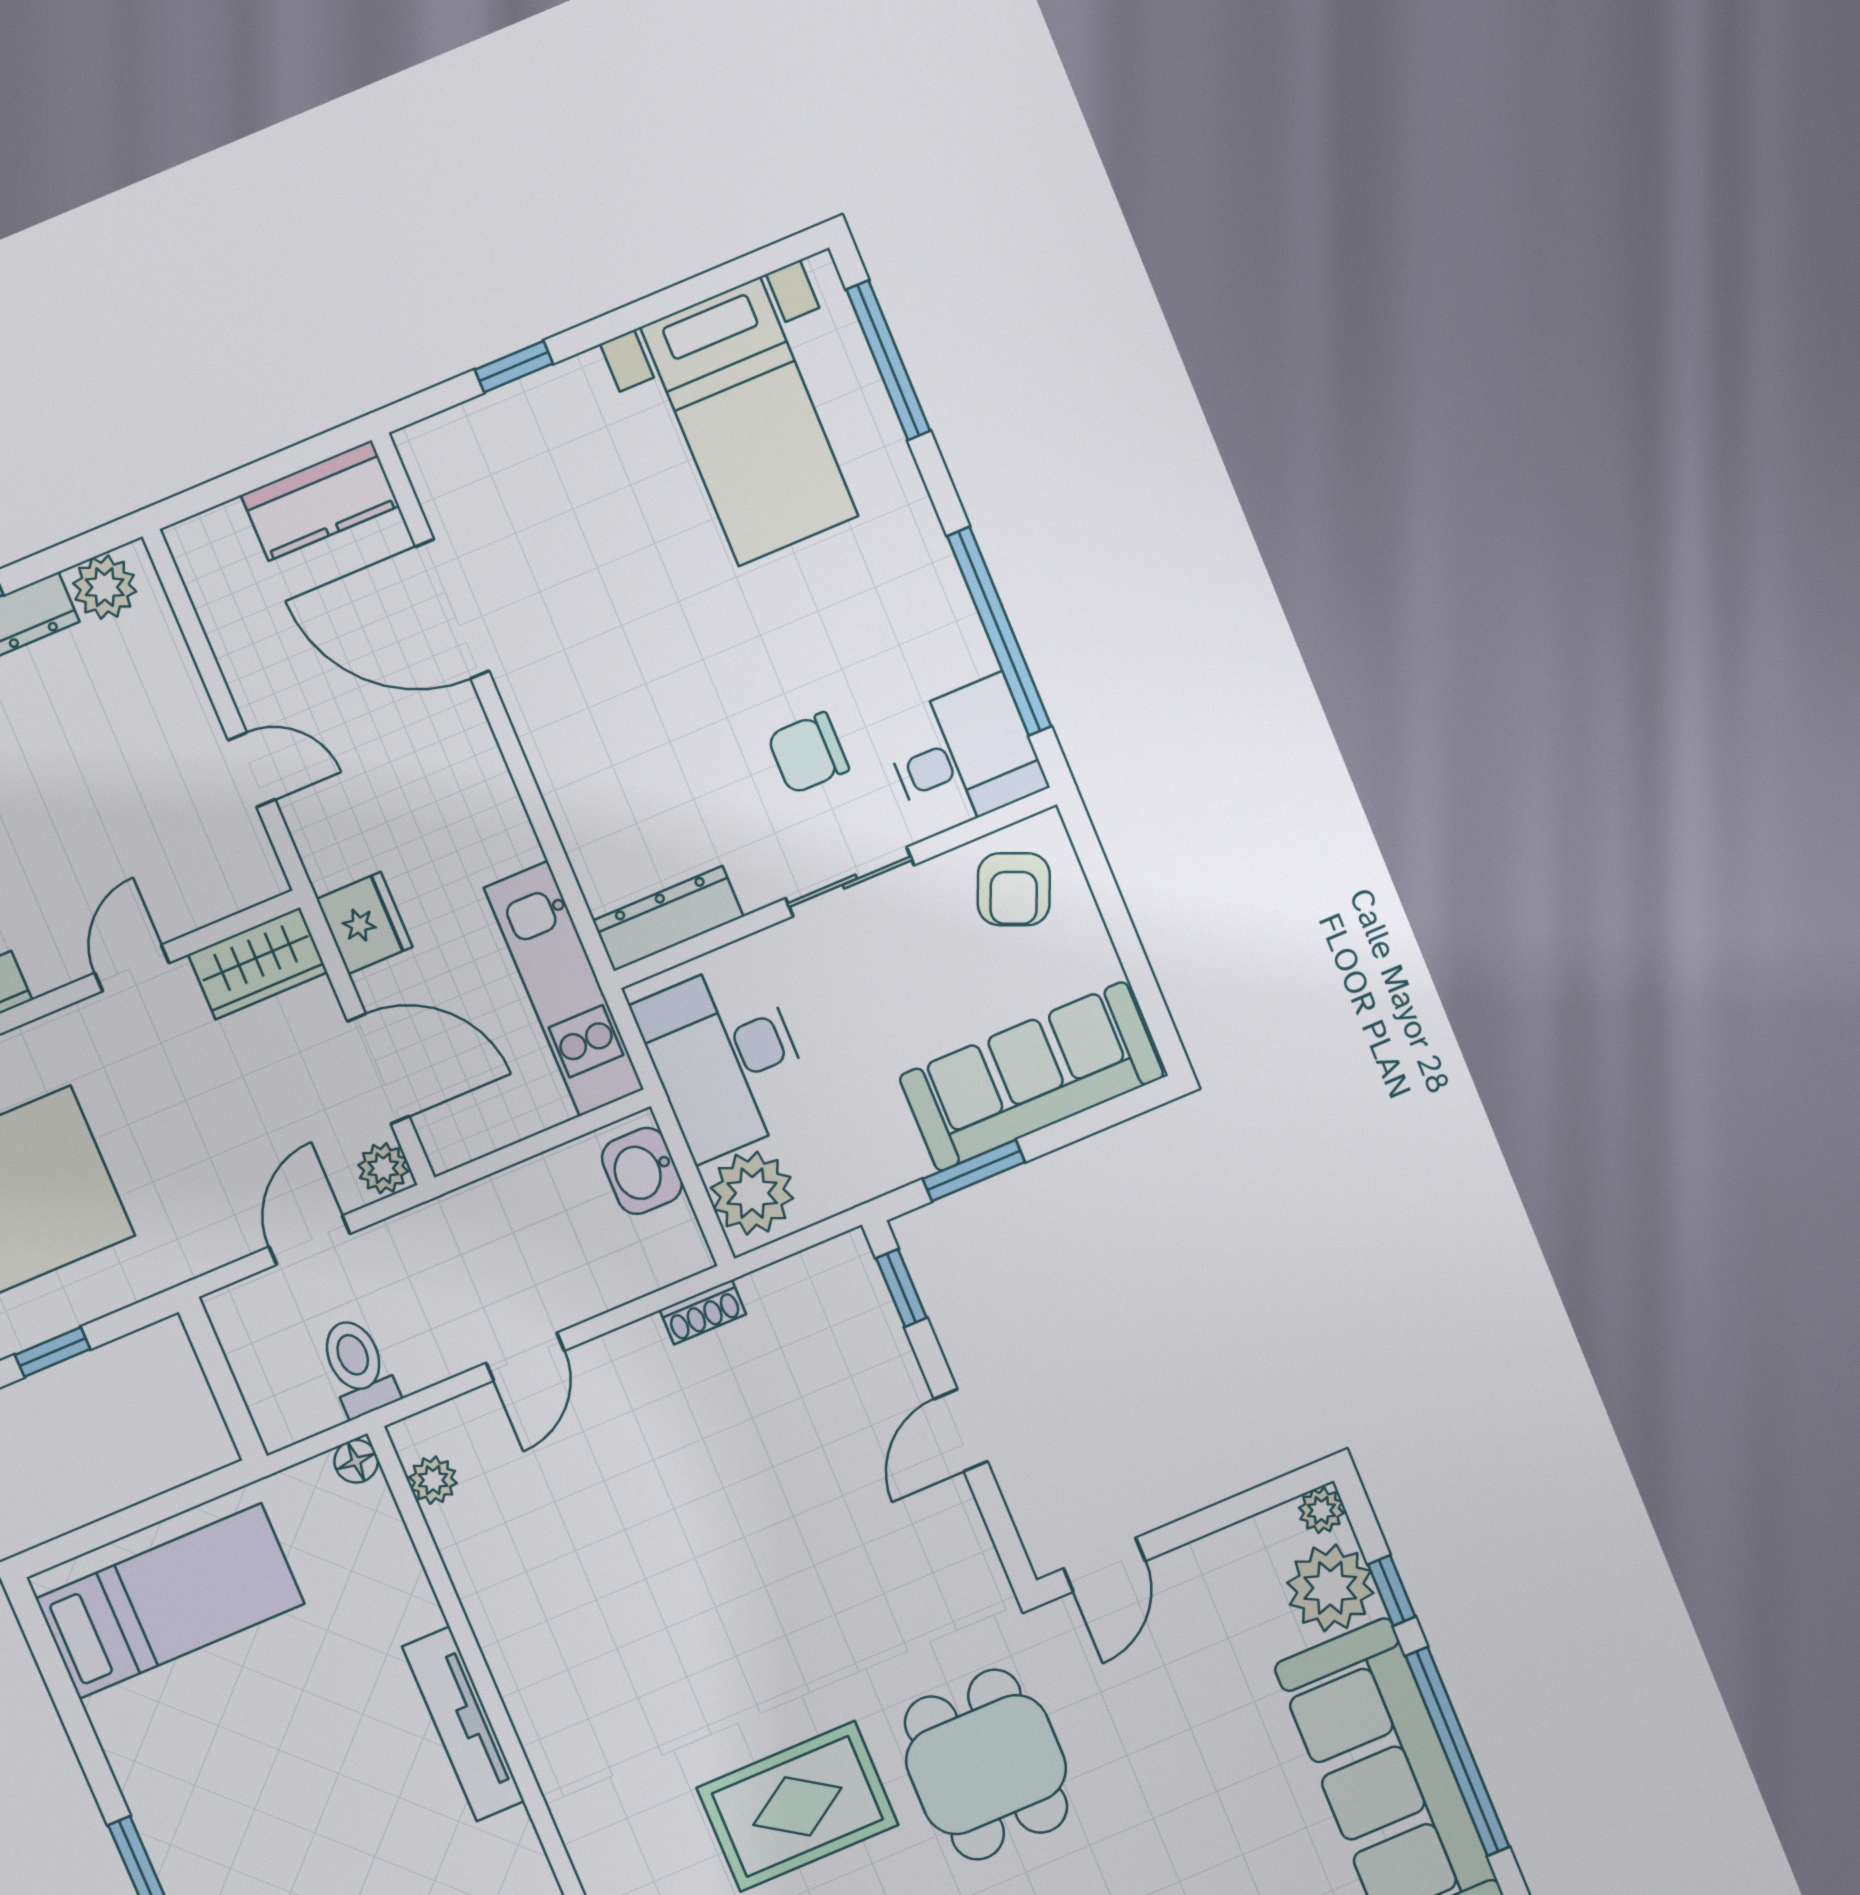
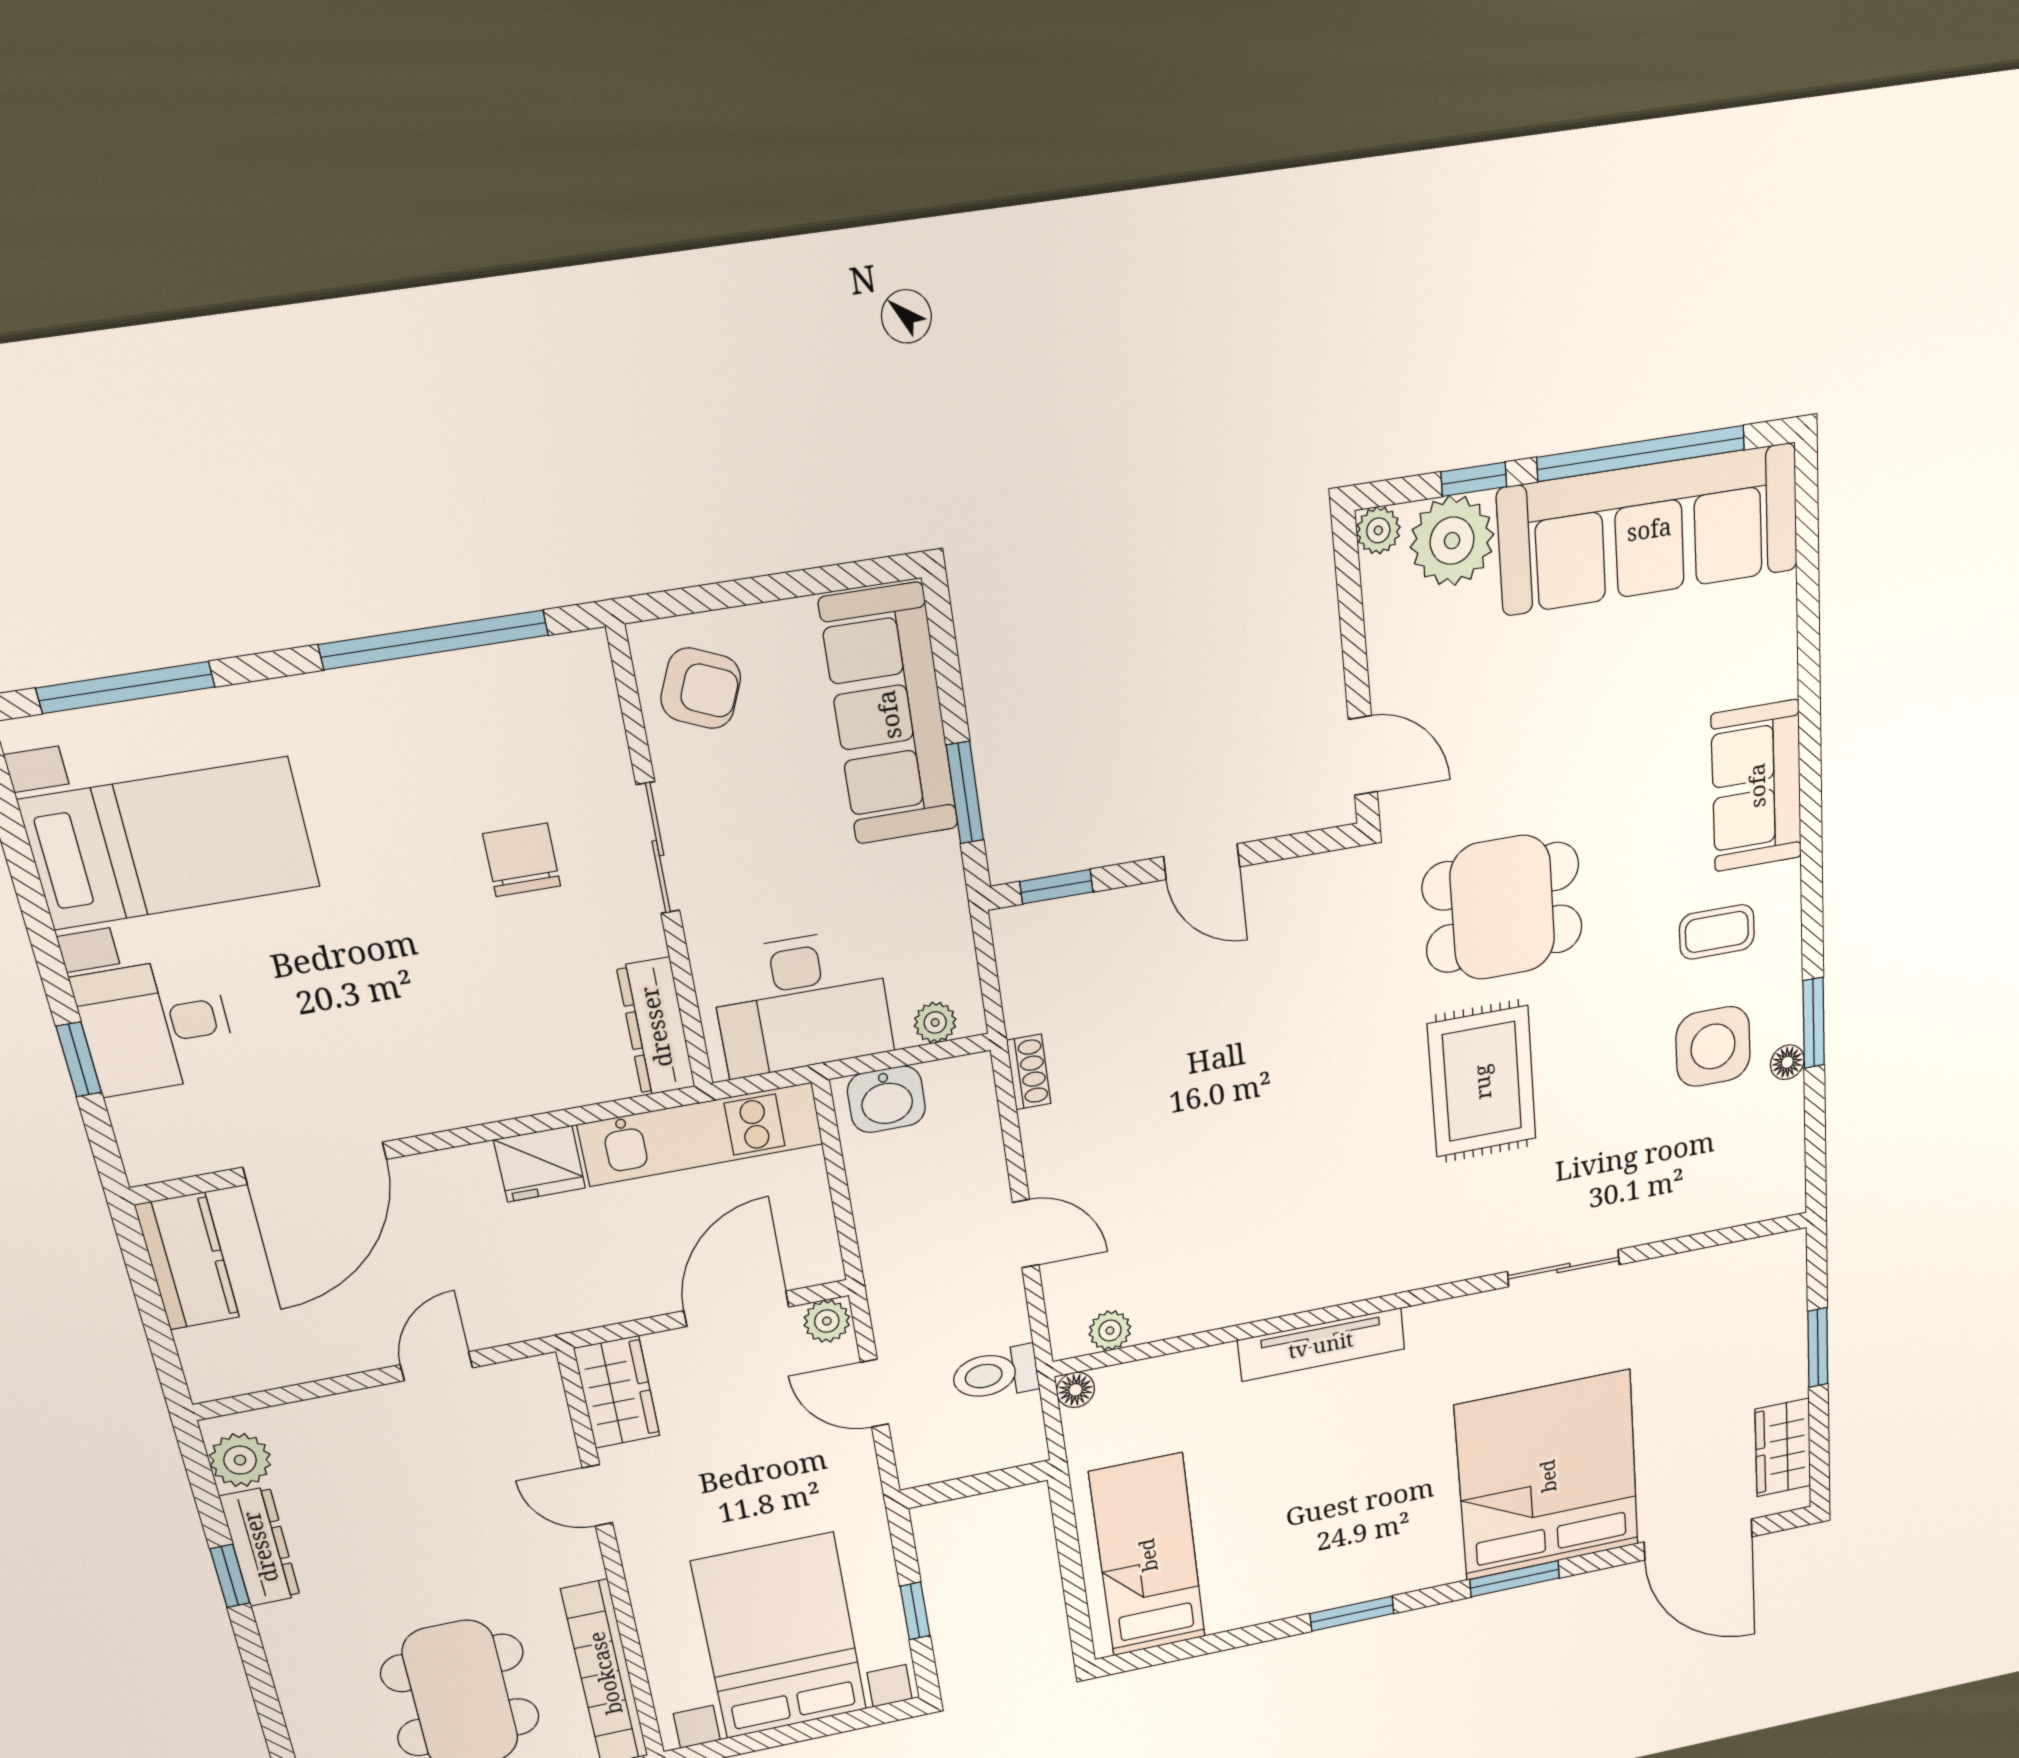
chair: (808, 753) -> (522, 860), turned 180
desk: (964, 755) -> (156, 1026), moved, turned -90
fridge: (364, 923) -> (540, 1164), moved, turned 180
plant: (752, 1193) -> (935, 1022), width x0.53, depth x0.53

